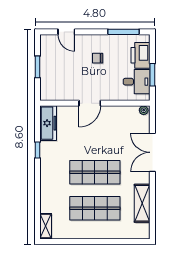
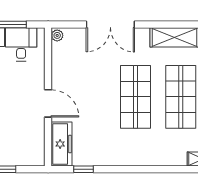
freezer: (48, 123) -> (62, 144), moved, turned 90
window: (38, 150) -> (83, 169), moved

